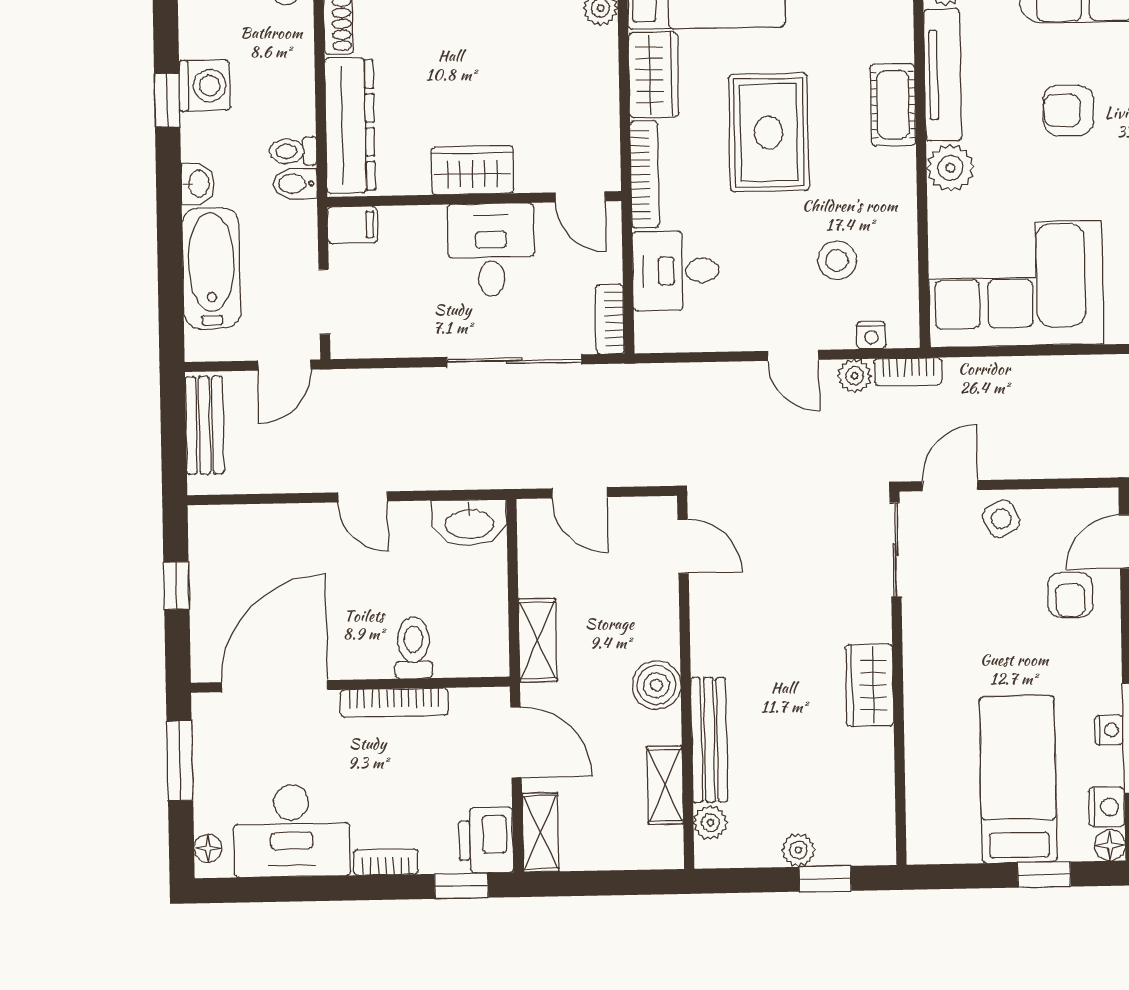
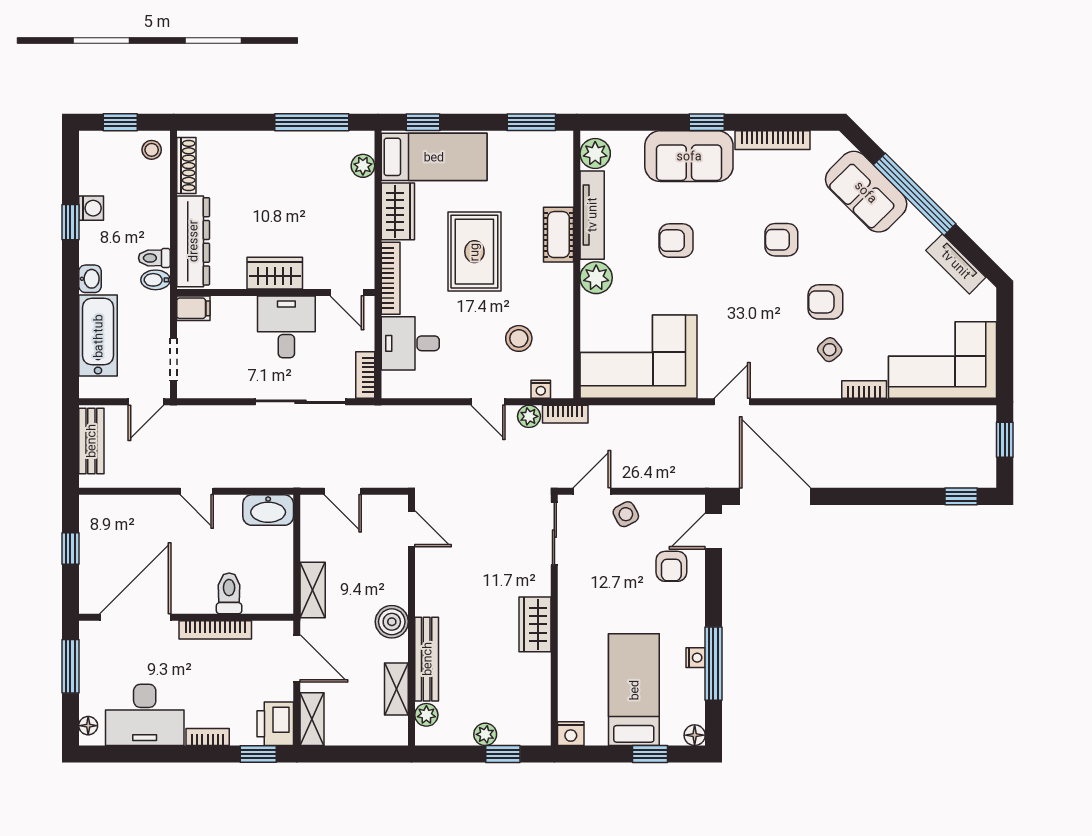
washing machine: (205, 86) -> (91, 208), width x0.73, depth x0.73
nightstand: (1107, 807) -> (571, 734), moved, turned 90

